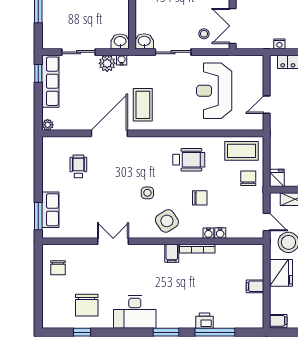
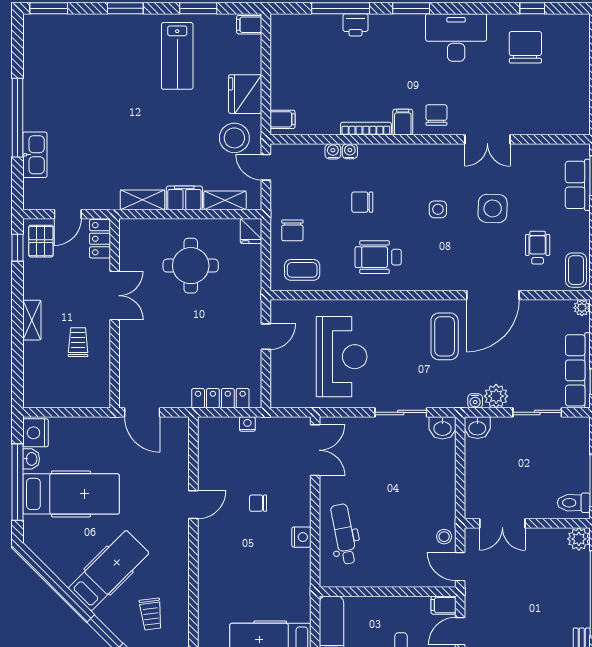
stool: (204, 34) -> (356, 439), removed
coffee table: (52, 151) -> (576, 270), added
coffee table: (241, 151) -> (302, 270), width x0.73, depth x0.77
wheelchair: (78, 166) -> (538, 248), turned 180
side table: (167, 221) -> (493, 208), moved, turned 35
chair: (58, 268) -> (436, 115), moved
filing cabinet: (255, 286) -> (283, 119), moved

